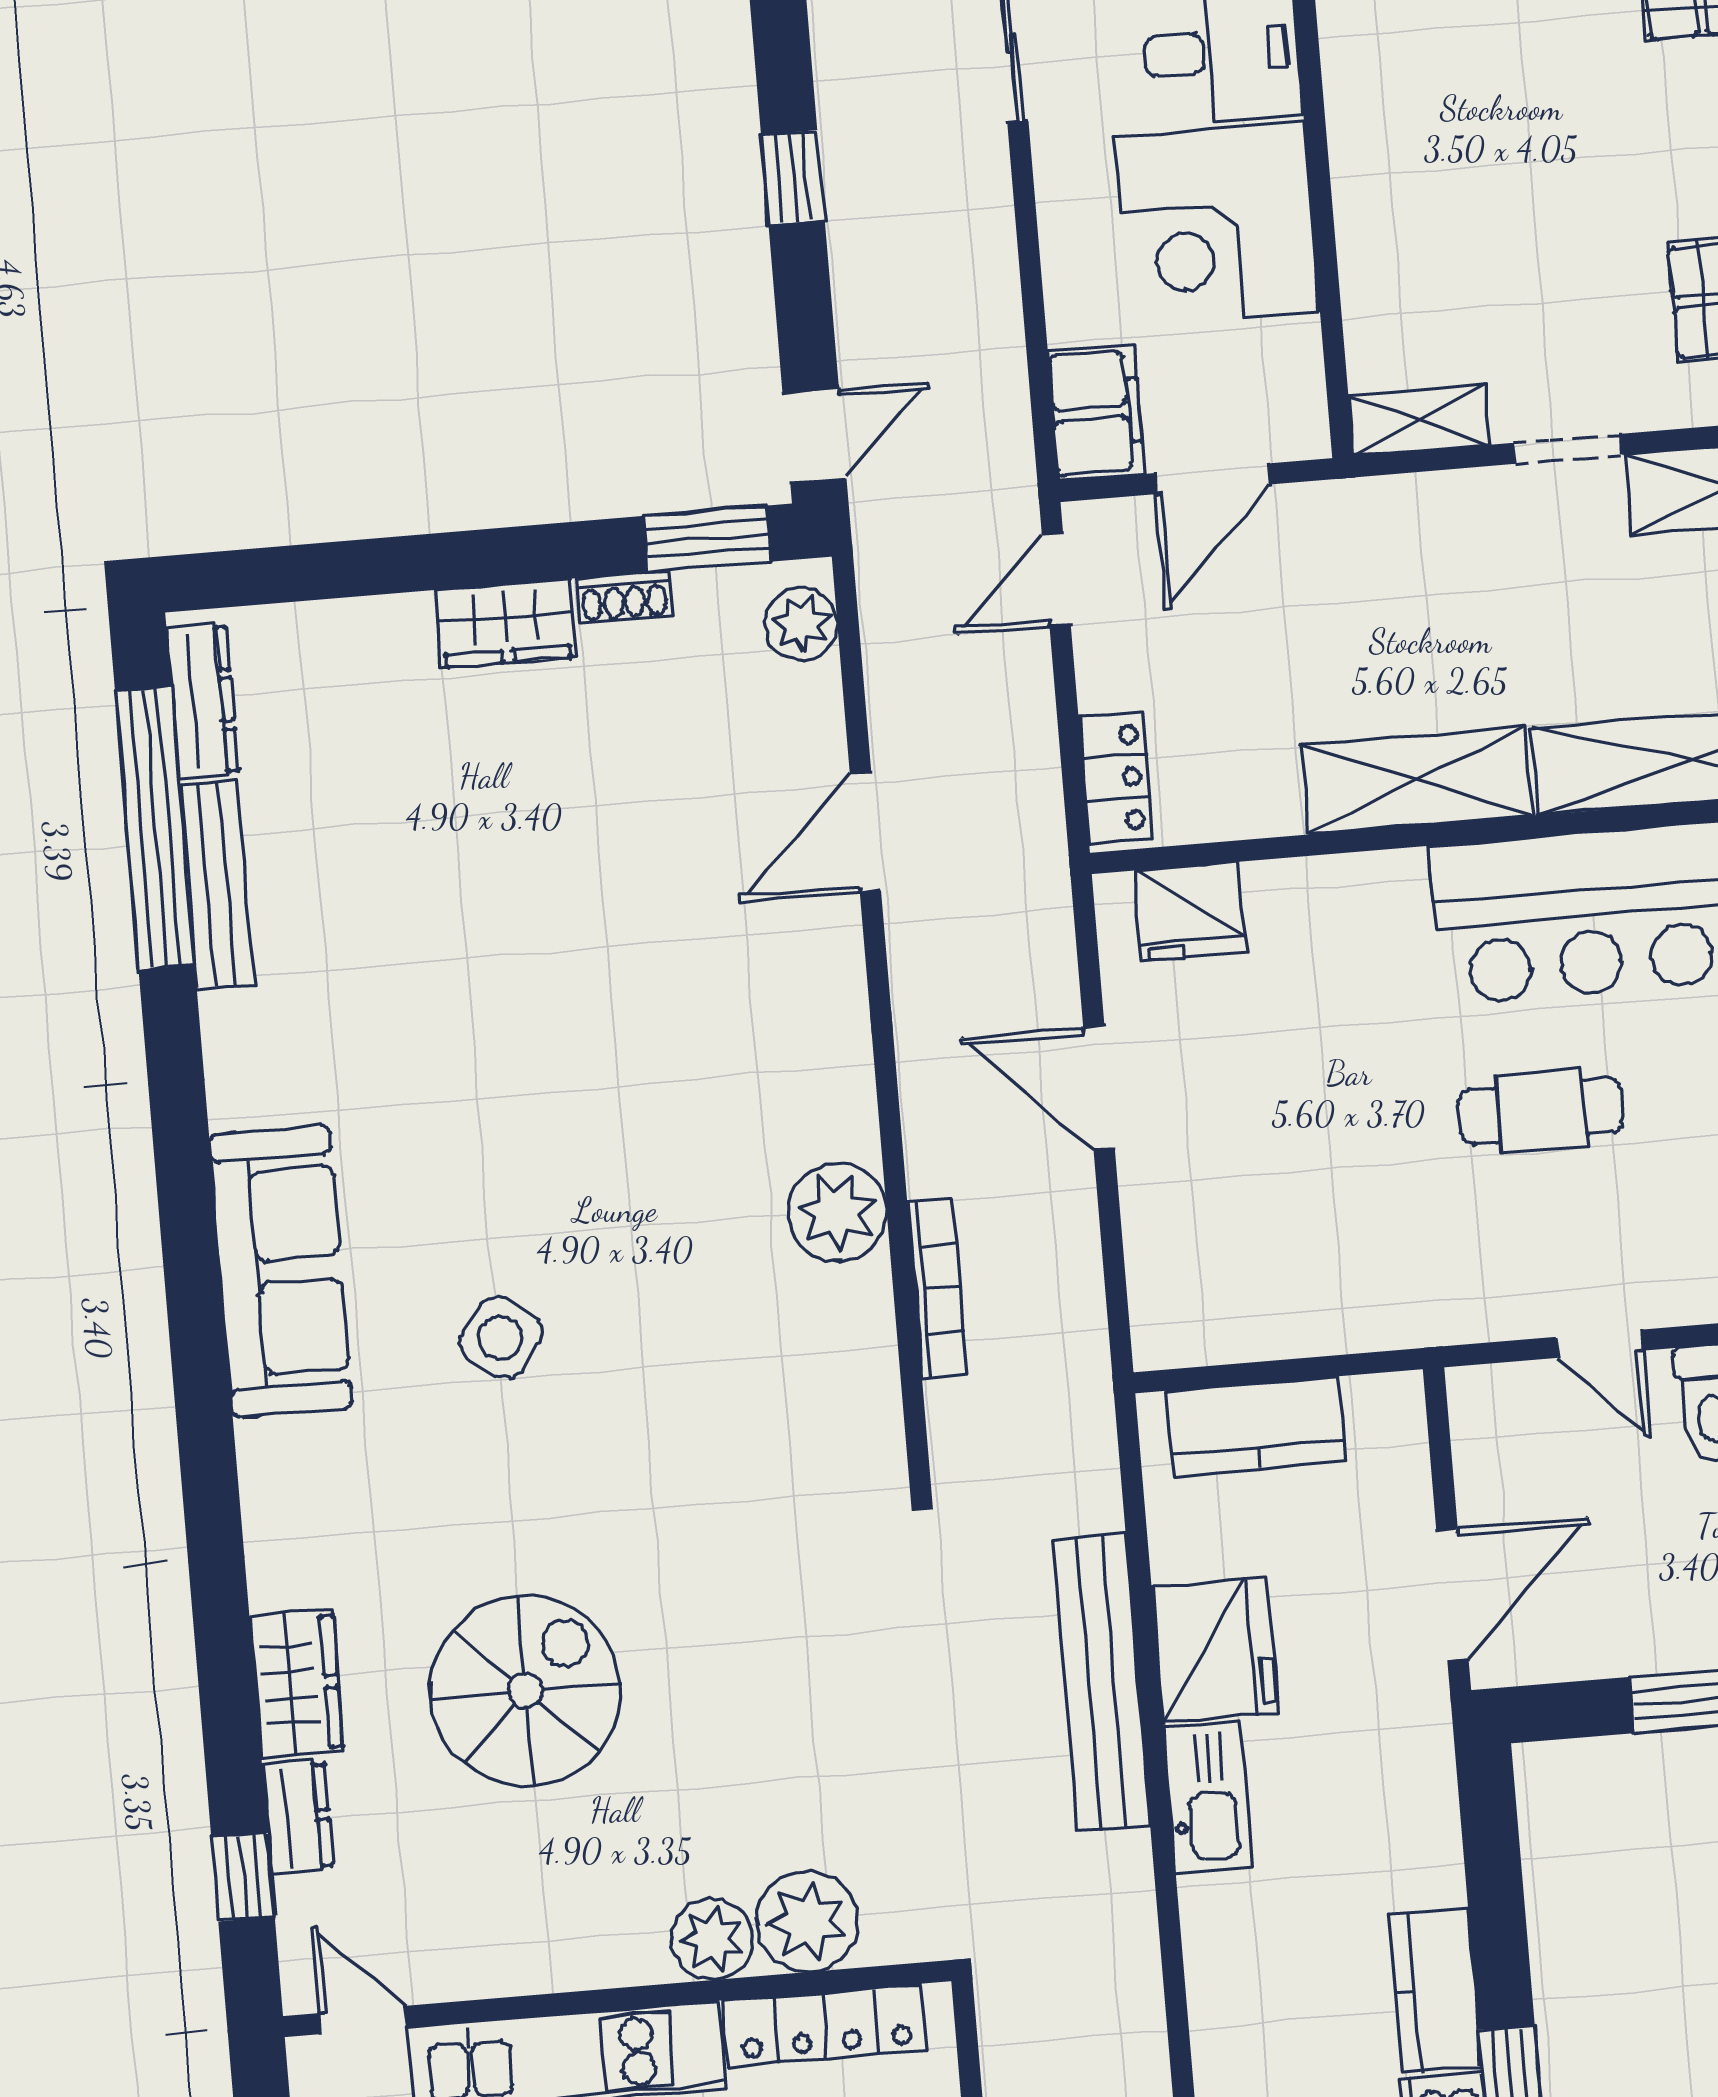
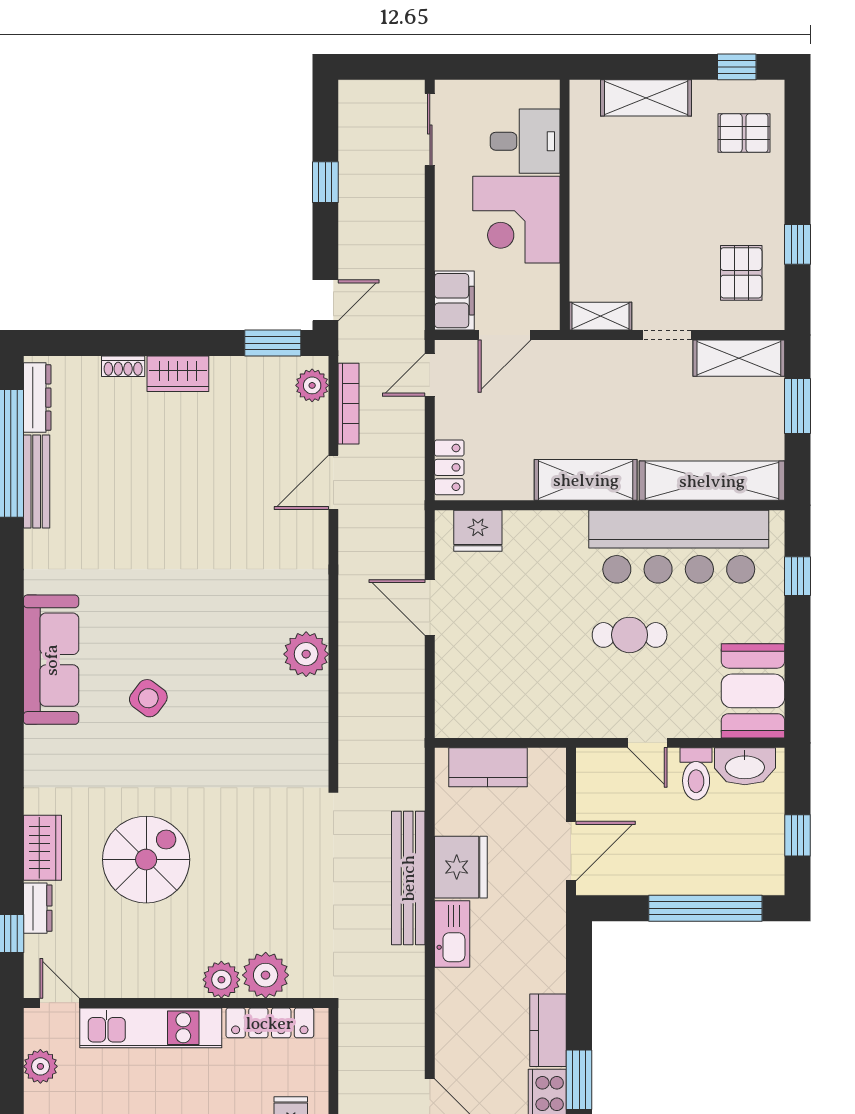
shoe rack: (624, 597) -> (123, 366), moved
bookcase: (937, 1289) -> (349, 404), moved

